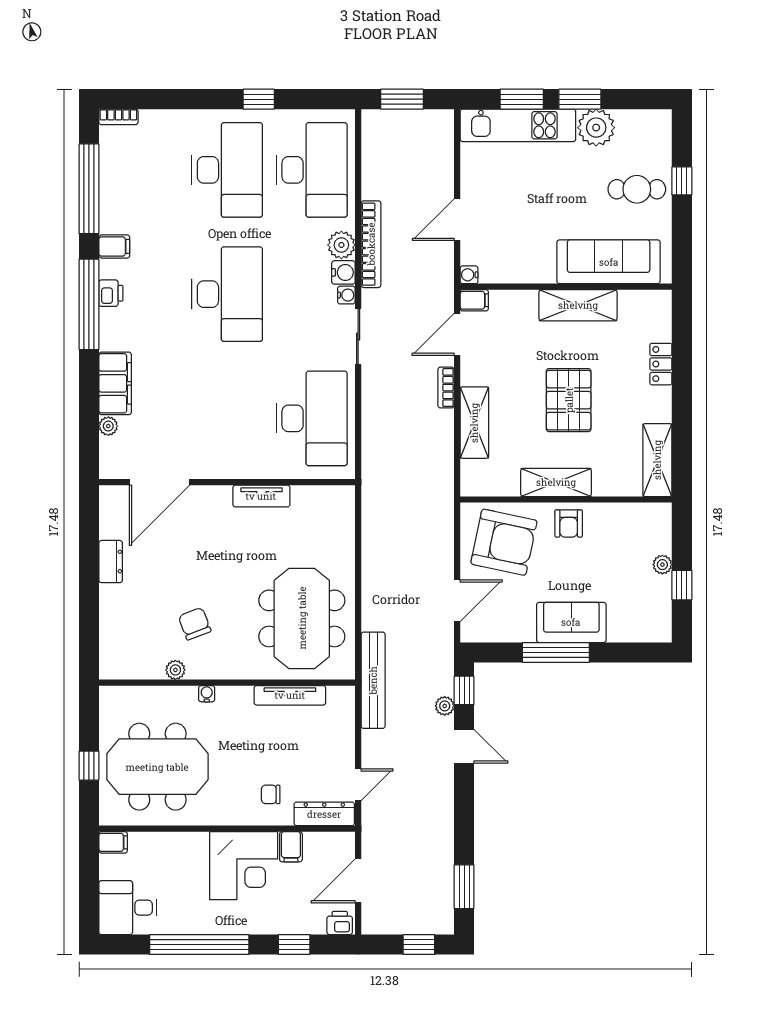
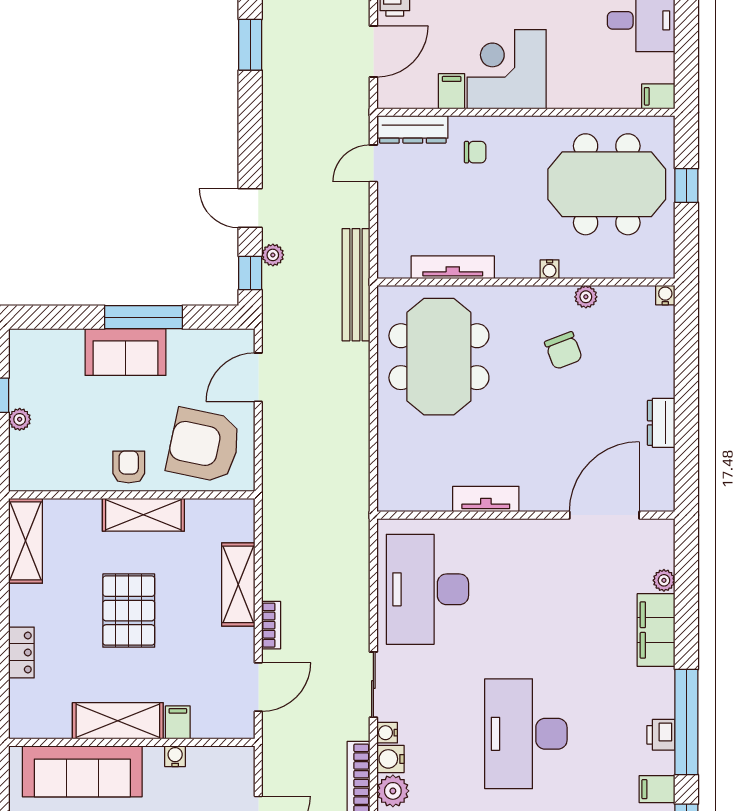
water cooler: (469, 275) -> (175, 756), moved, turned -90
filing cabinet: (474, 300) -> (178, 722), moved, turned 90
water cooler: (107, 671) -> (665, 295), added

